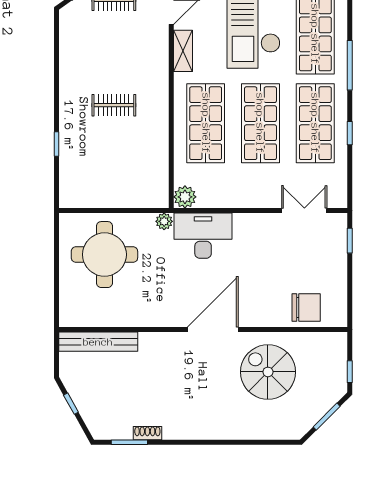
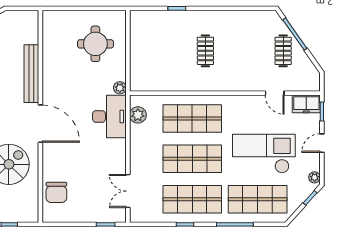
shelving: (183, 51) -> (245, 102), removed
plant: (185, 197) -> (138, 115), moved
double door: (304, 211) -> (128, 191), swing flipped
round table: (104, 255) -> (95, 44), width x0.73, depth x0.73
bench: (98, 342) -> (31, 74), moved

